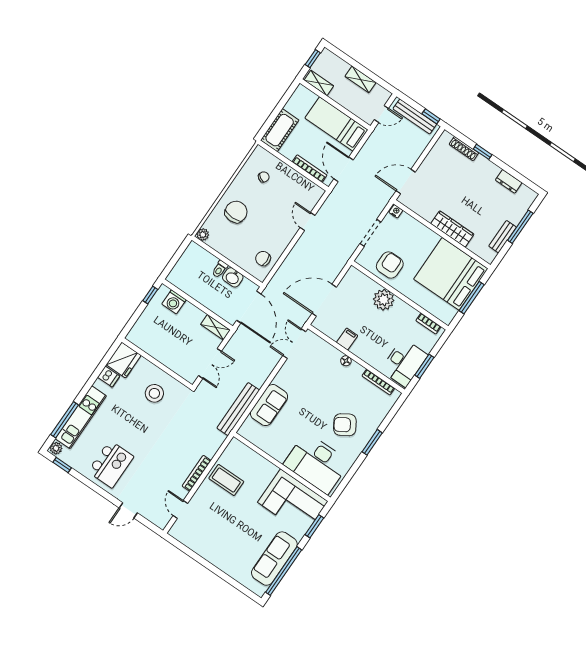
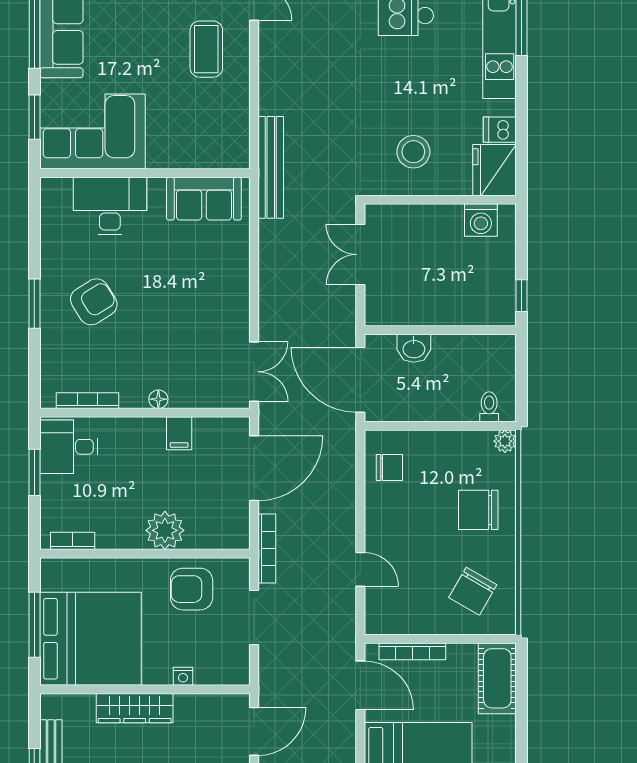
chair: (264, 177) -> (473, 591), width x1.87, depth x1.87
nightstand: (396, 211) -> (183, 676), moved
chair: (236, 212) -> (478, 510), turned 90
armchair: (390, 265) -> (192, 589), turned 90
toilet: (220, 269) -> (489, 407), moved
washbasin: (233, 277) -> (414, 348), moved, turned 180
washing machine: (174, 302) -> (481, 220), moved, turned 180
shelving: (215, 327) -> (390, 315), removed
desk: (404, 363) -> (69, 447), width x0.73
sofa: (269, 405) -> (204, 199), moved, turned -90
bench: (238, 409) -> (271, 167), moved
desk: (317, 463) -> (110, 206), width x0.73, depth x0.77
bookcase: (197, 473) -> (267, 548), moved
coffee table: (226, 480) -> (206, 49), moved, turned 90

